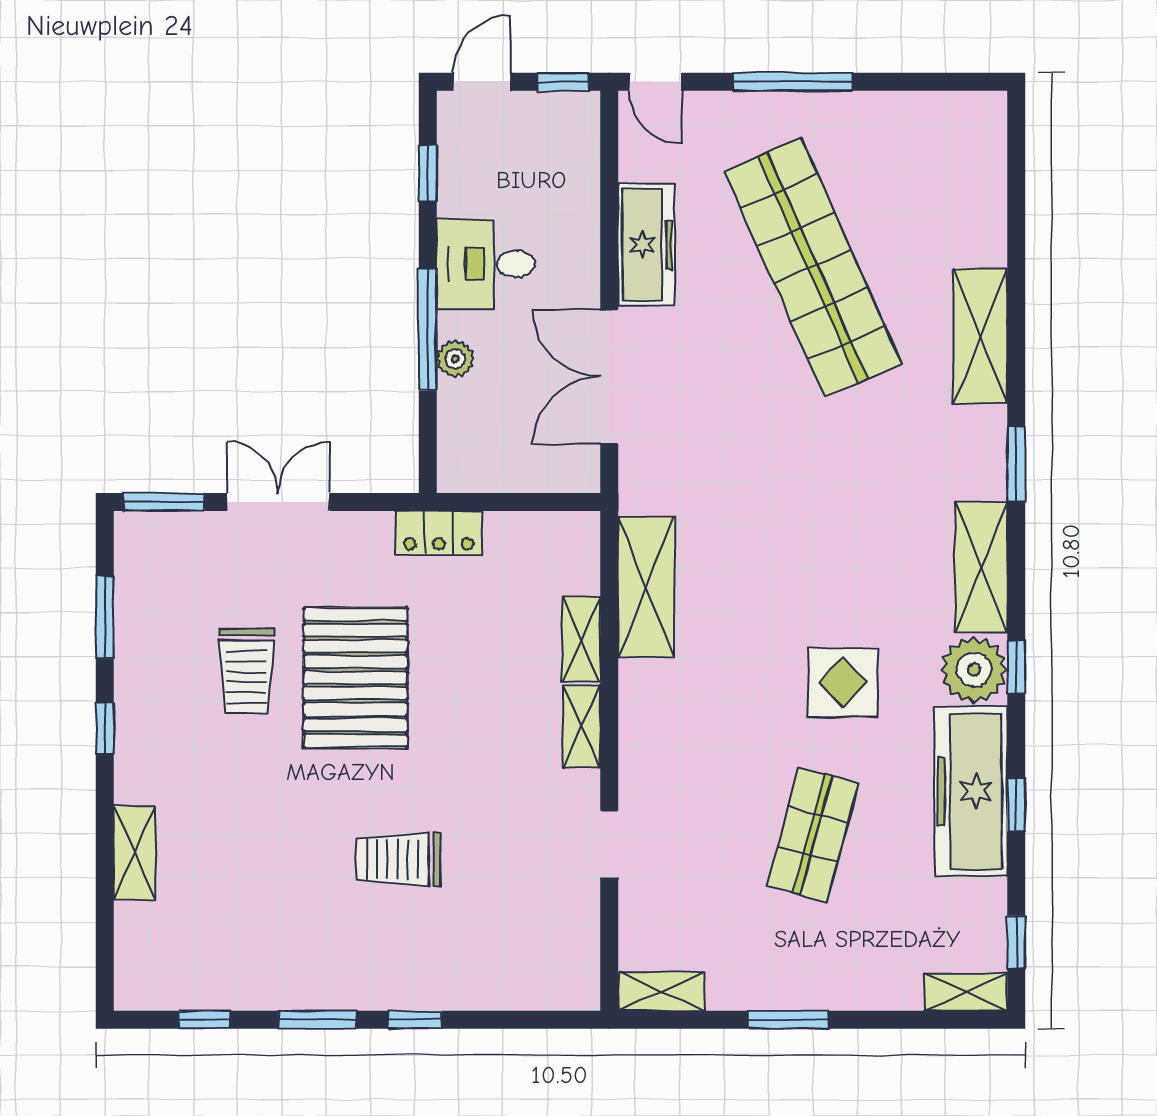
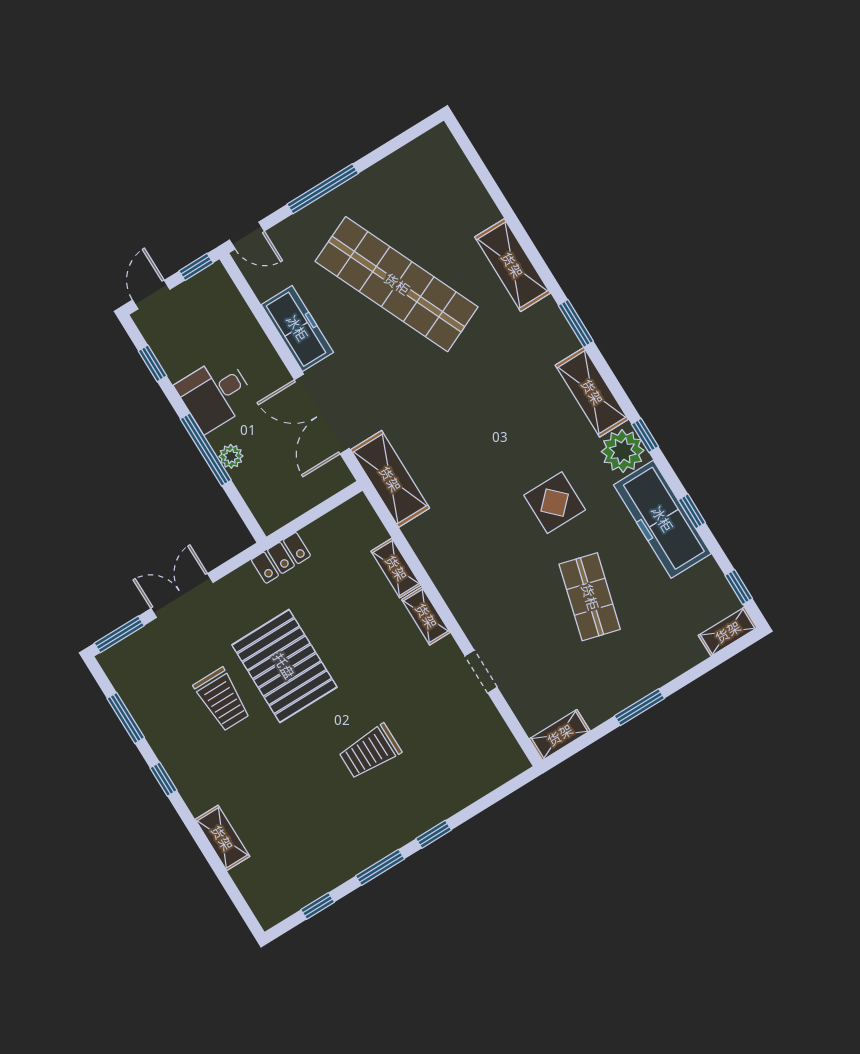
shelving: (646, 587) -> (390, 479), moved

